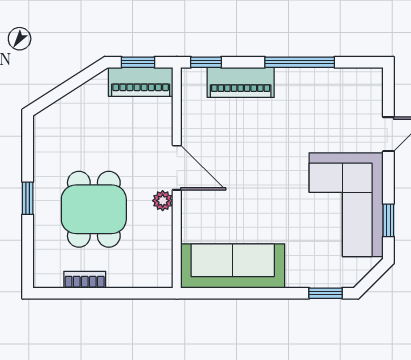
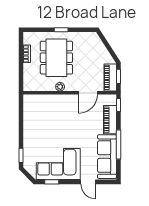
door: (177, 168) -> (88, 93), moved
dining table: (94, 209) -> (56, 58), width x1.37
sofa: (233, 266) -> (107, 157), moved, turned 180

